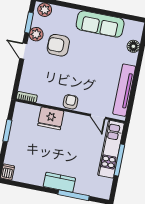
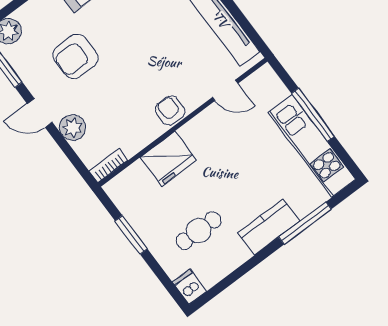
plant: (36, 34) -> (73, 128), moved
kitchen unit: (111, 149) -> (312, 146), moved
cafe table: (33, 156) -> (199, 231), added

